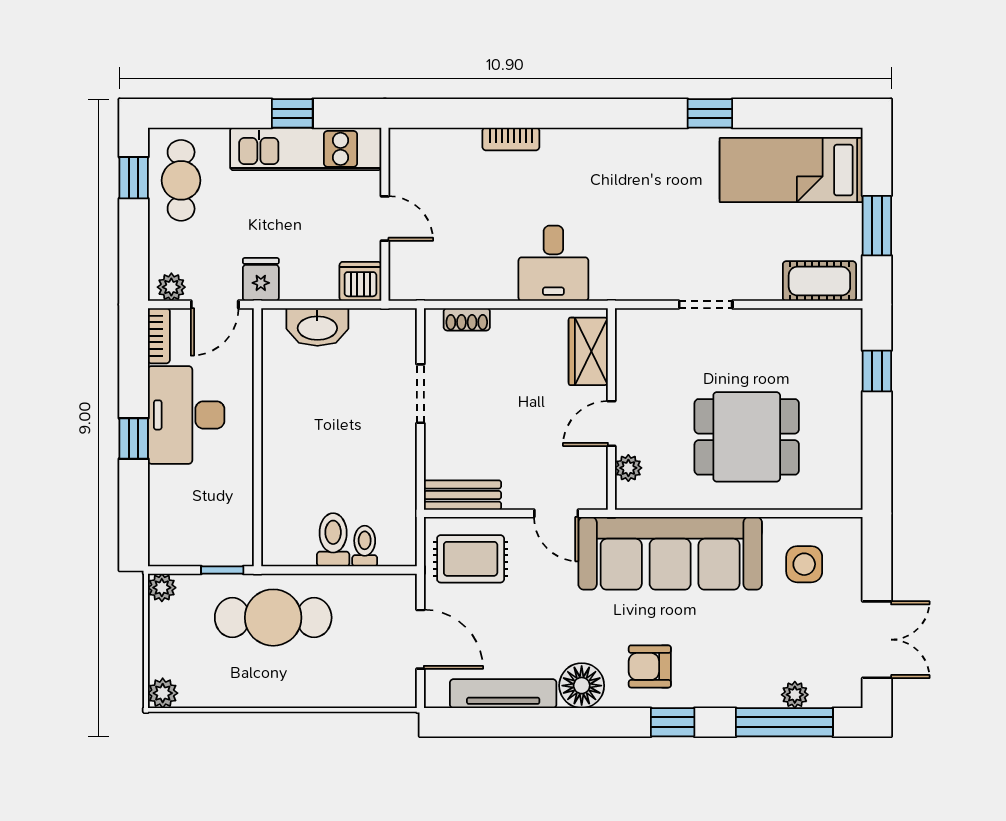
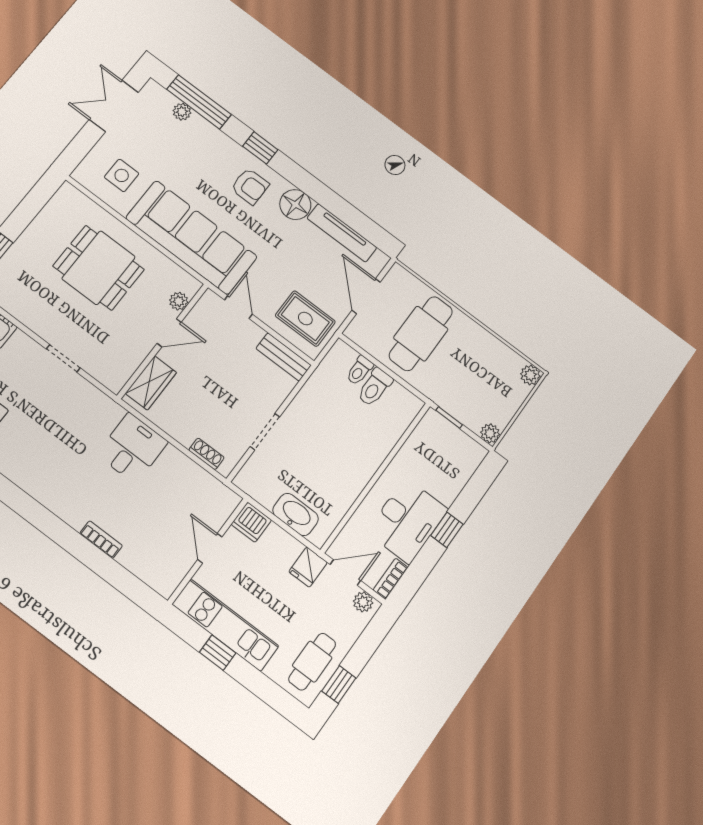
cafe table: (273, 618) -> (421, 334), moved, turned 90

